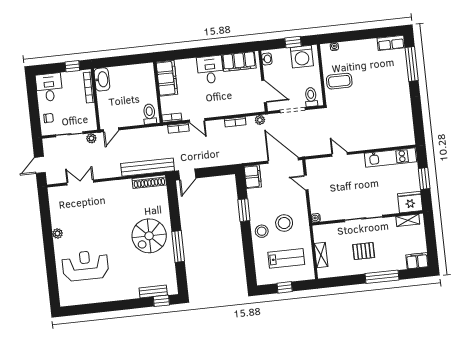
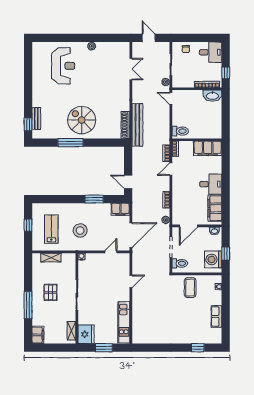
row of seats: (391, 43) -> (217, 316), moved
window: (412, 64) -> (198, 348), width x0.46
door: (187, 174) -> (128, 182), moved
stool: (262, 231) -> (75, 212), removed
lab bench: (286, 258) -> (51, 229), turned 180

